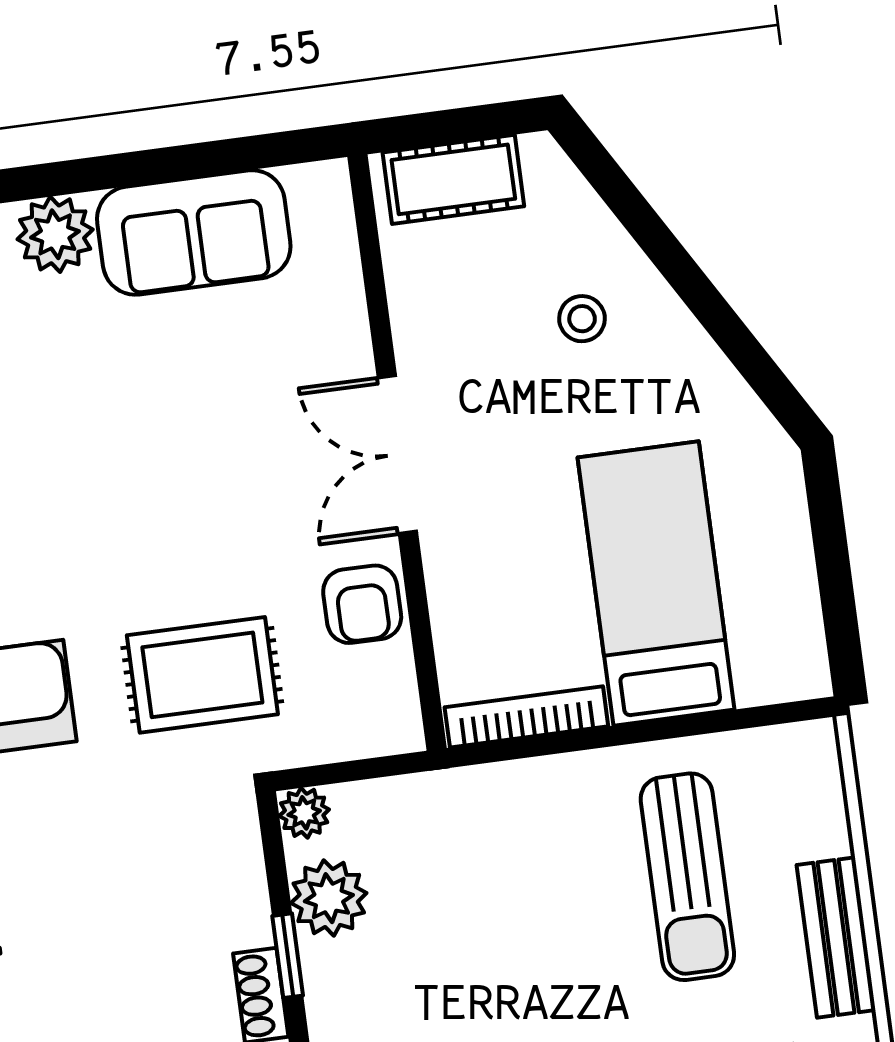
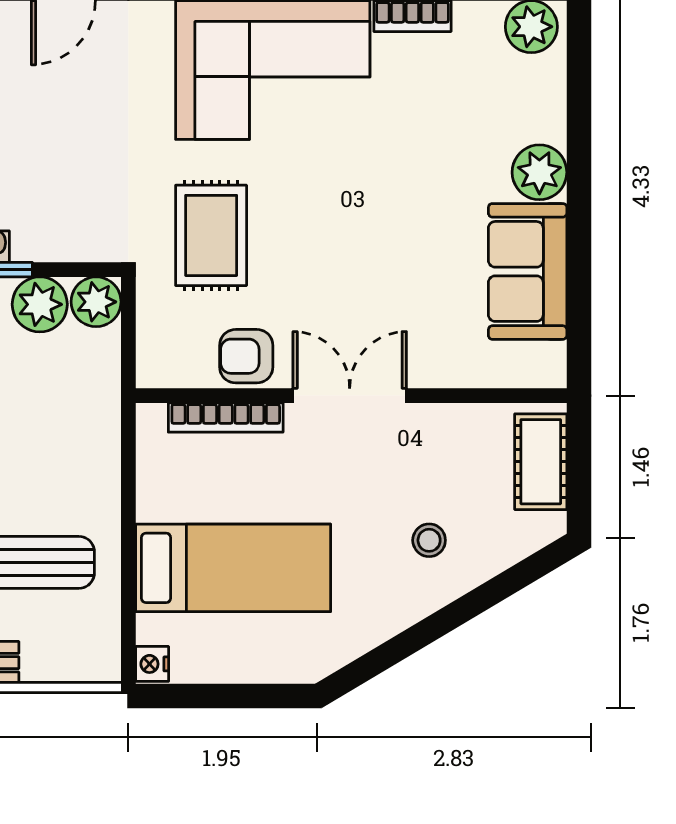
nightstand: (803, 677) -> (152, 664), added
bookcase: (526, 717) -> (226, 418), moved, turned 90
plant: (304, 813) -> (96, 302), width x1.38, depth x1.38

